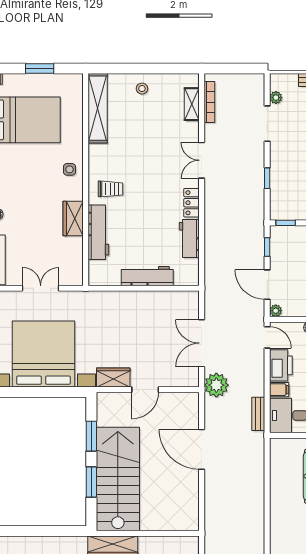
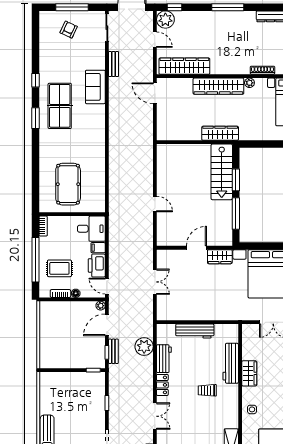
trolley: (111, 189) -> (207, 390), moved
door: (267, 285) -> (107, 325), swing flipped
double door: (202, 343) -> (155, 282), width x0.73
plant: (216, 385) -> (144, 347), moved
bench: (258, 414) -> (113, 351), moved
window: (91, 436) -> (236, 214), width x1.44
door: (202, 449) -> (155, 204), width x0.53
stairs: (118, 479) -> (222, 172), width x0.73, depth x0.66

